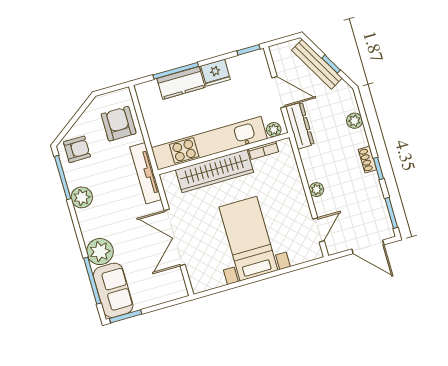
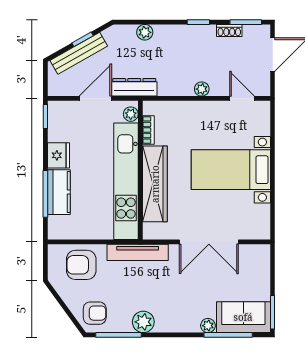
armchair: (77, 149) -> (95, 313), turned 90
shoe rack: (367, 160) -> (229, 30), moved
plant: (100, 252) -> (208, 326), width x0.53, depth x0.53

